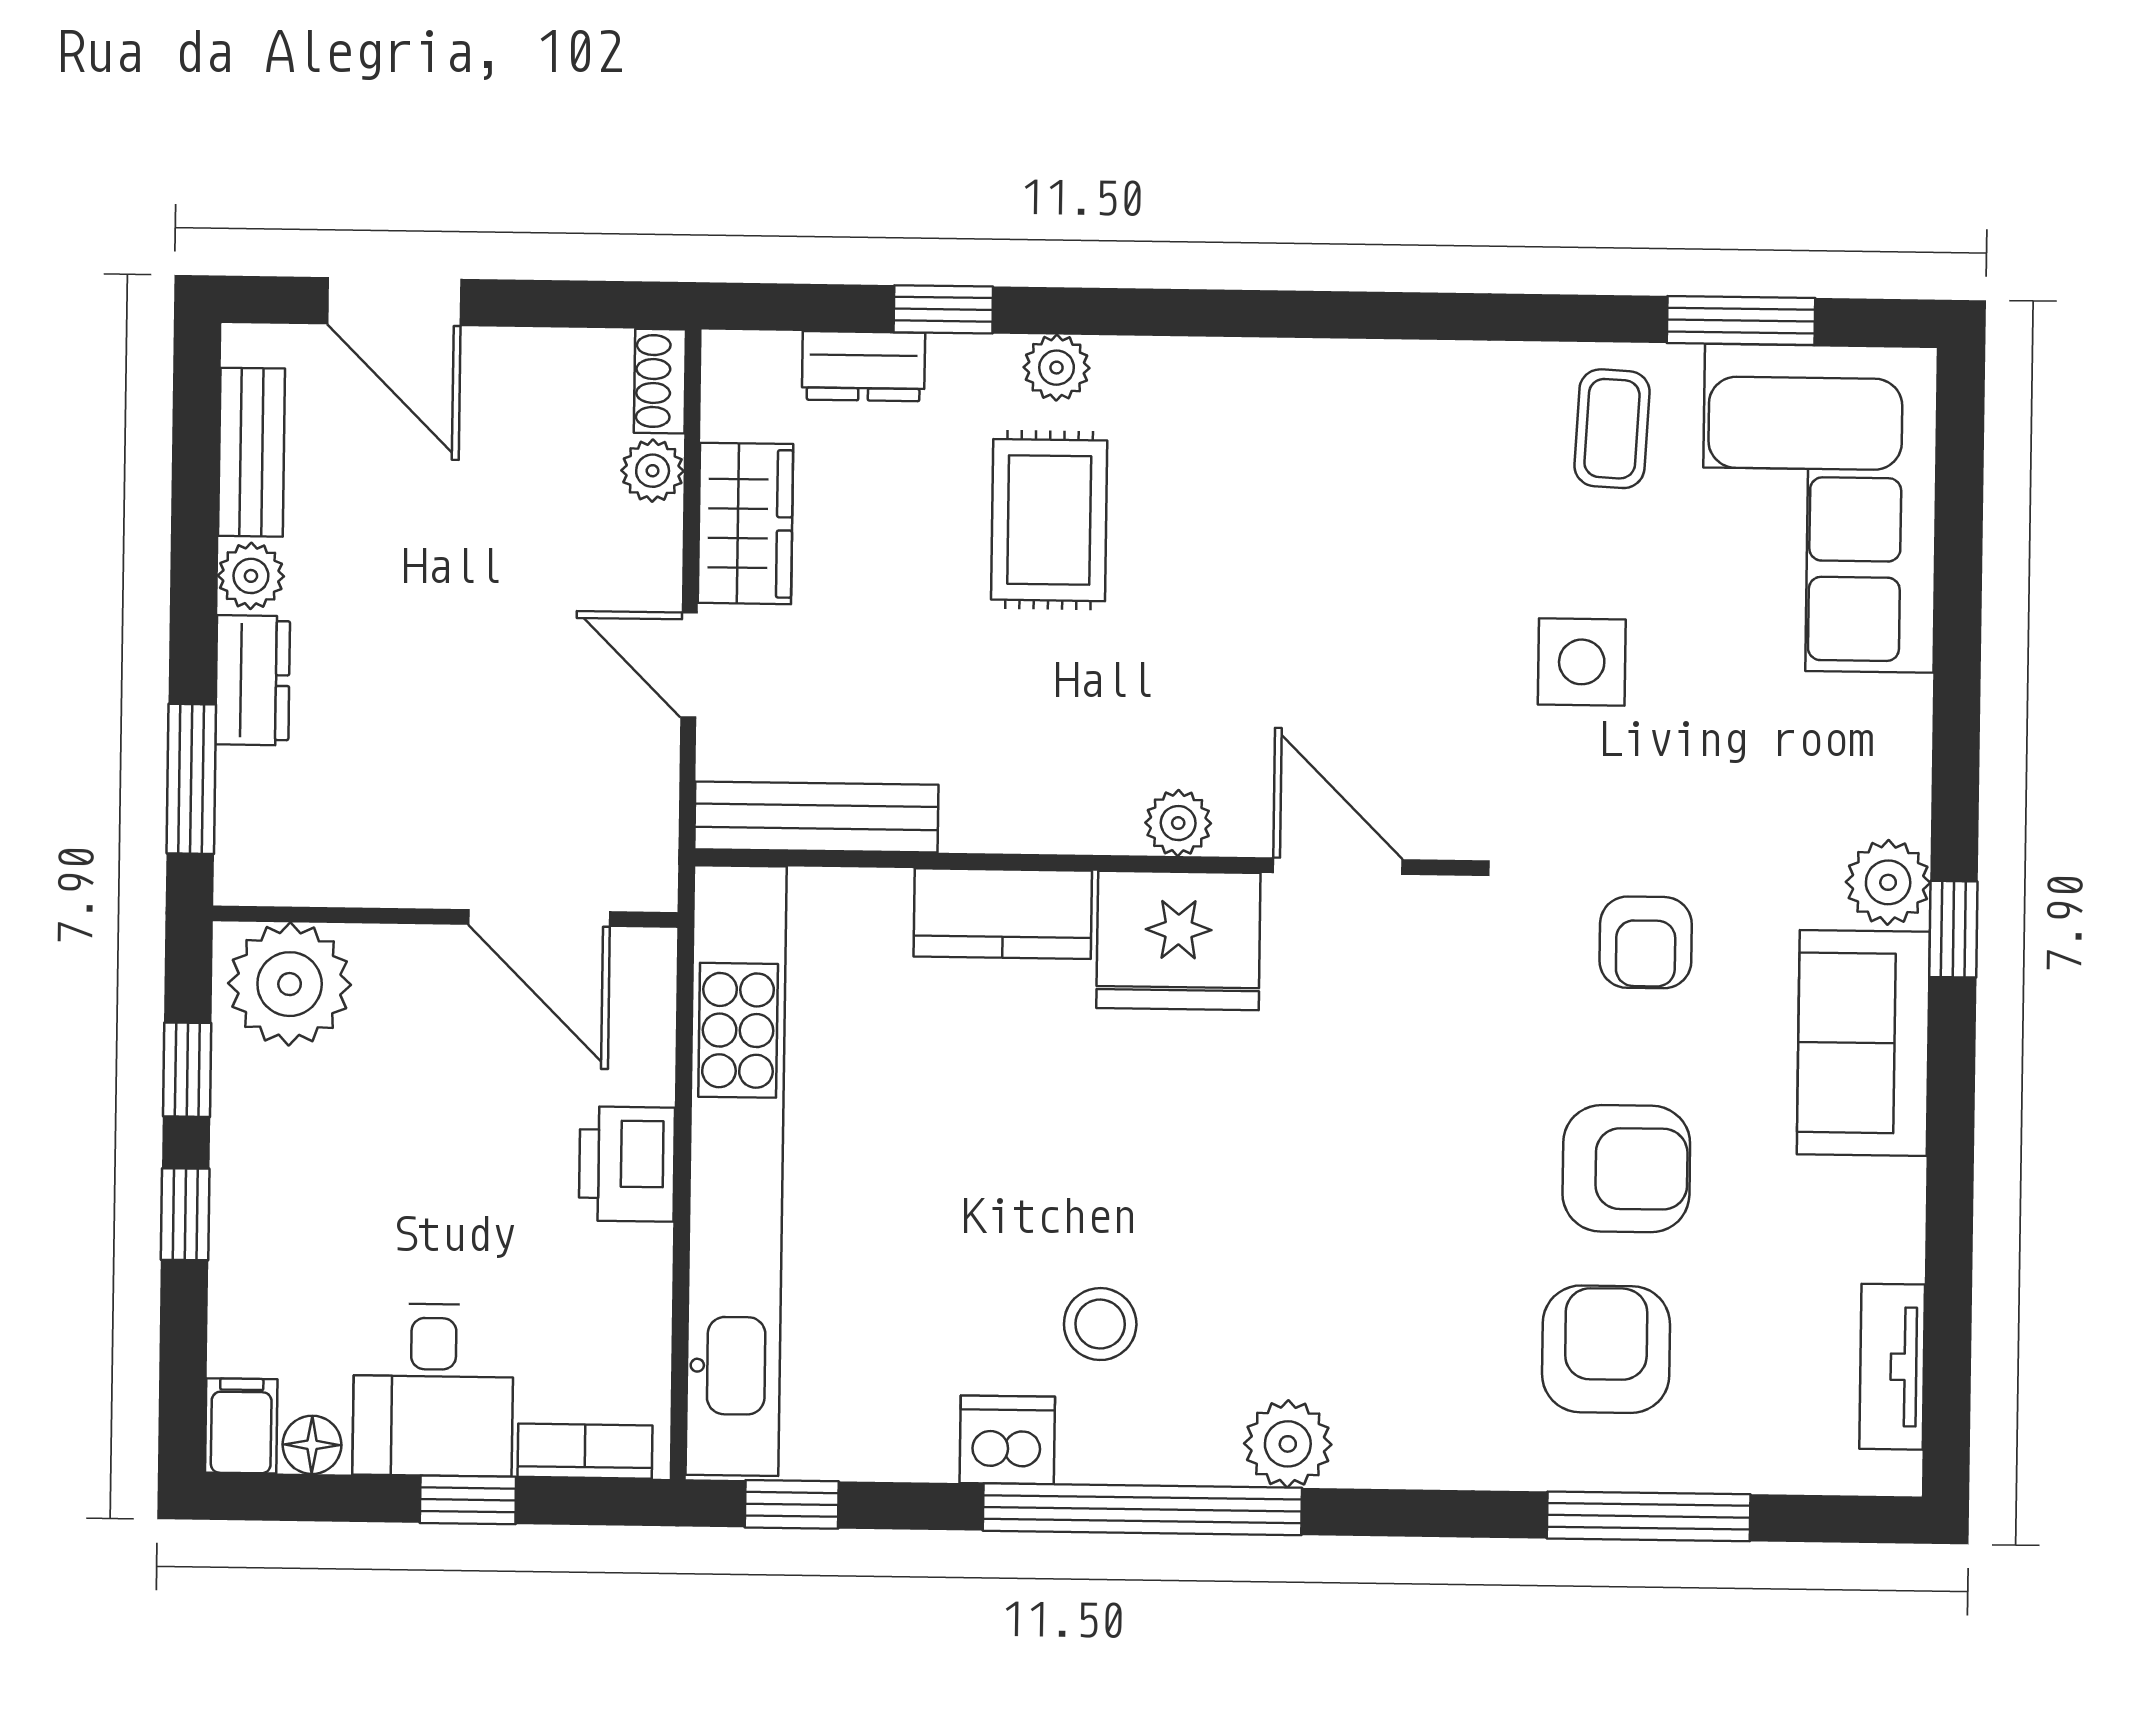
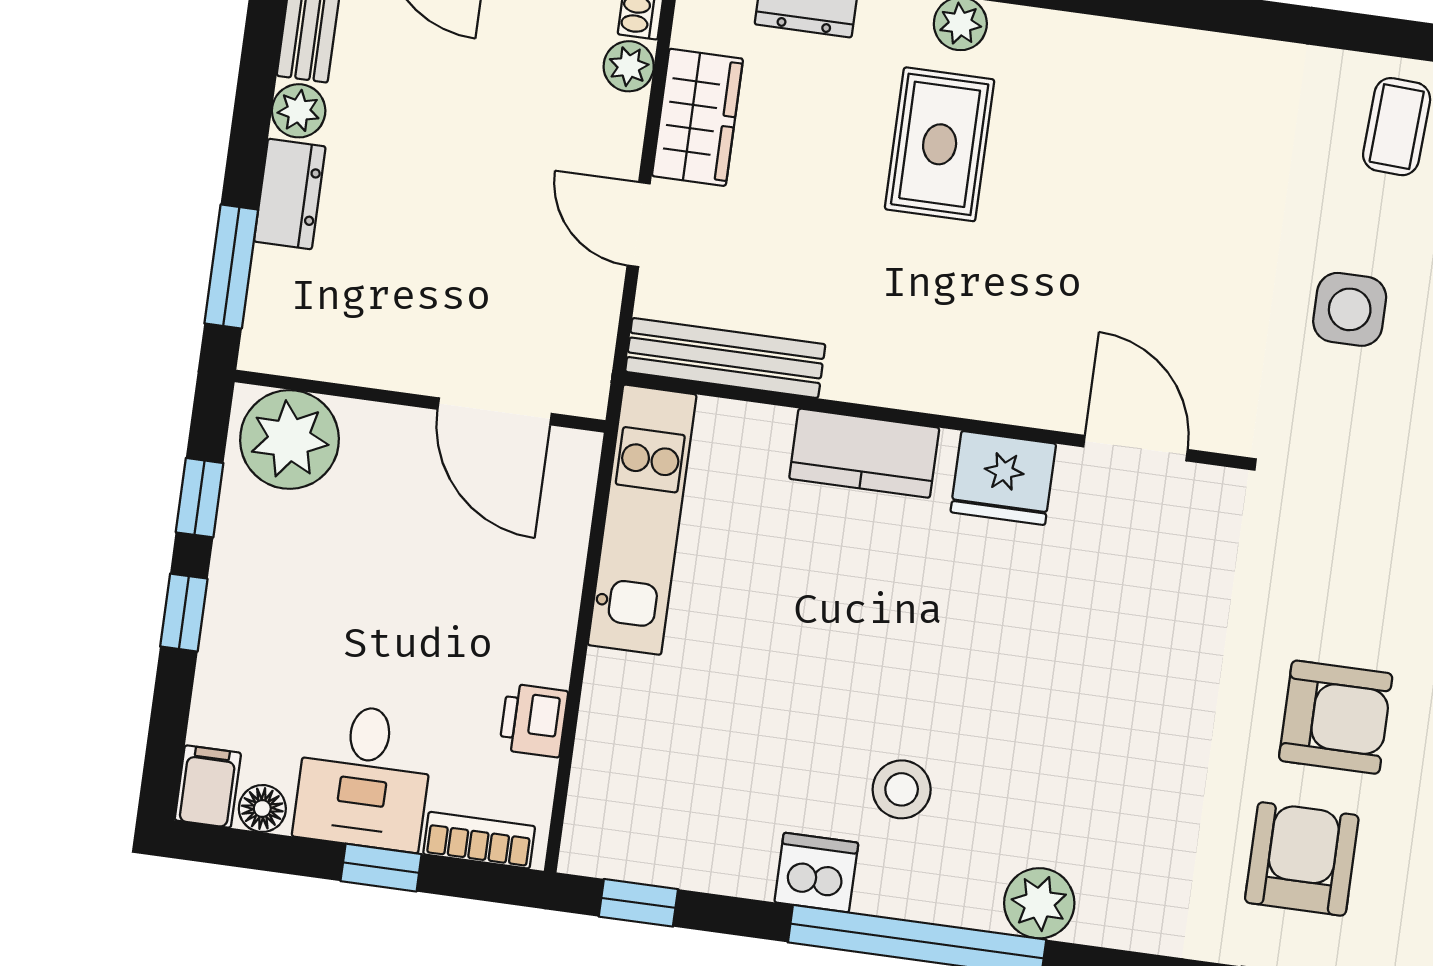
plant: (1178, 823) -> (1013, 398), removed
fridge: (1178, 941) -> (1003, 478), width x0.73, depth x0.75
armchair: (1646, 942) -> (1373, 539), removed
printer: (627, 1164) -> (534, 720), moved, width x0.73, depth x0.81
kitchen unit: (736, 1171) -> (642, 520), width x0.54

